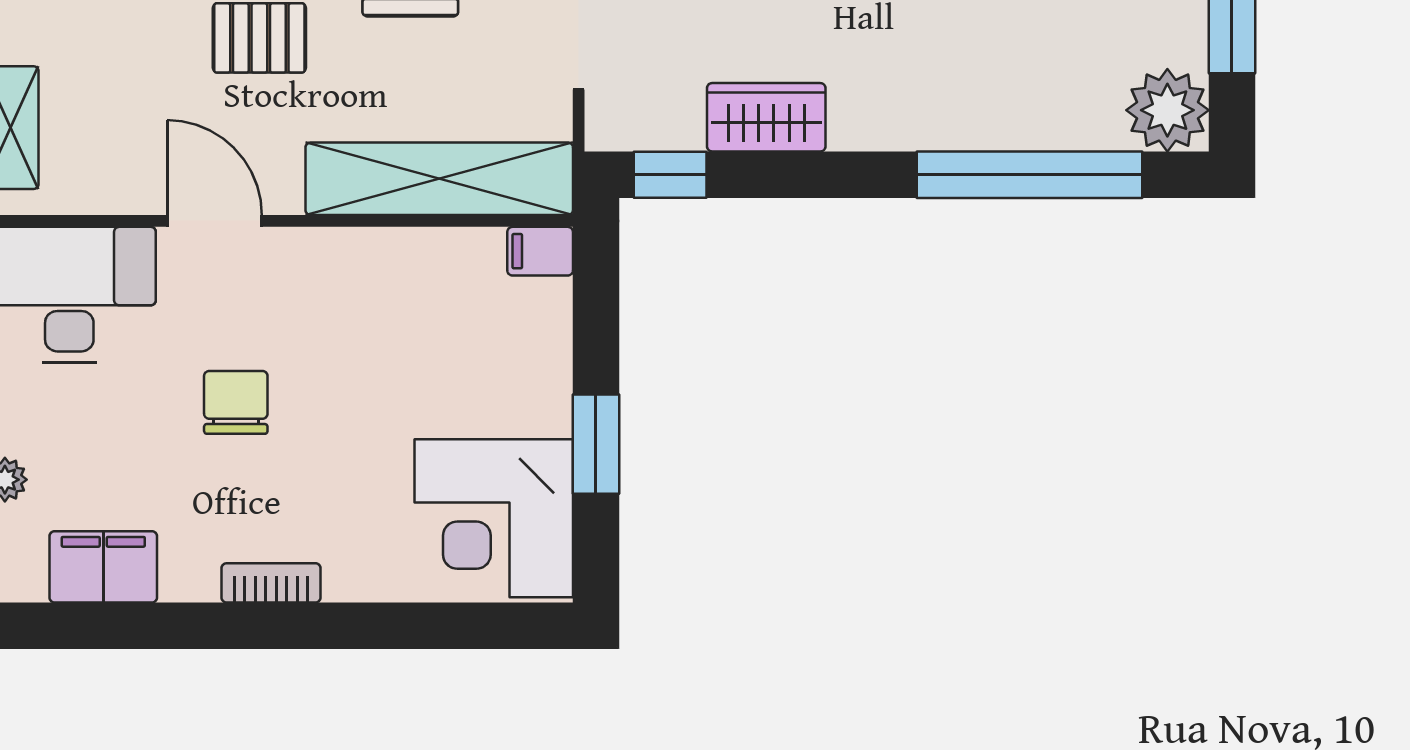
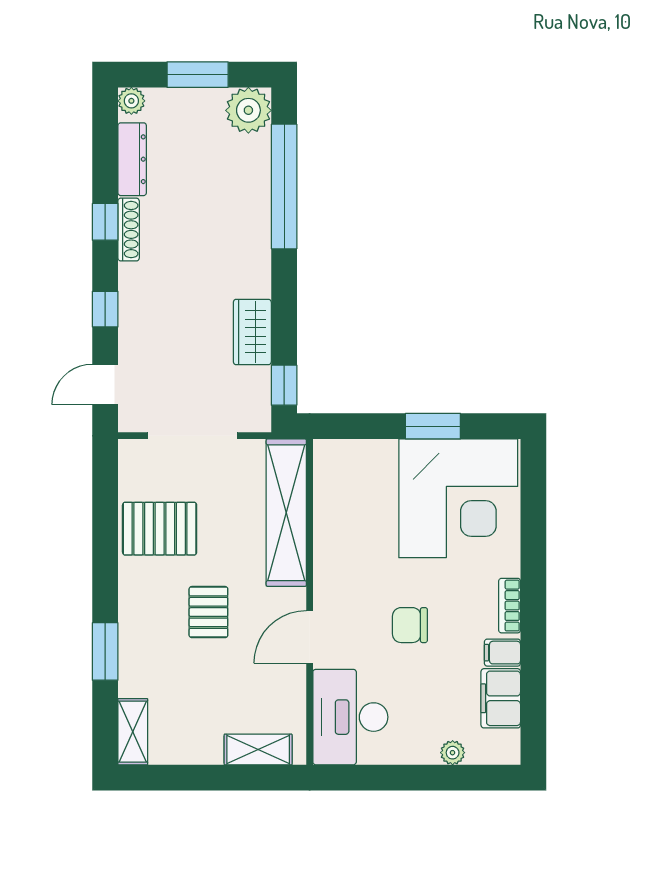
filing cabinet: (540, 251) -> (502, 653), moved, turned 90
corner desk: (494, 518) -> (458, 498), width x1.36, depth x1.36

